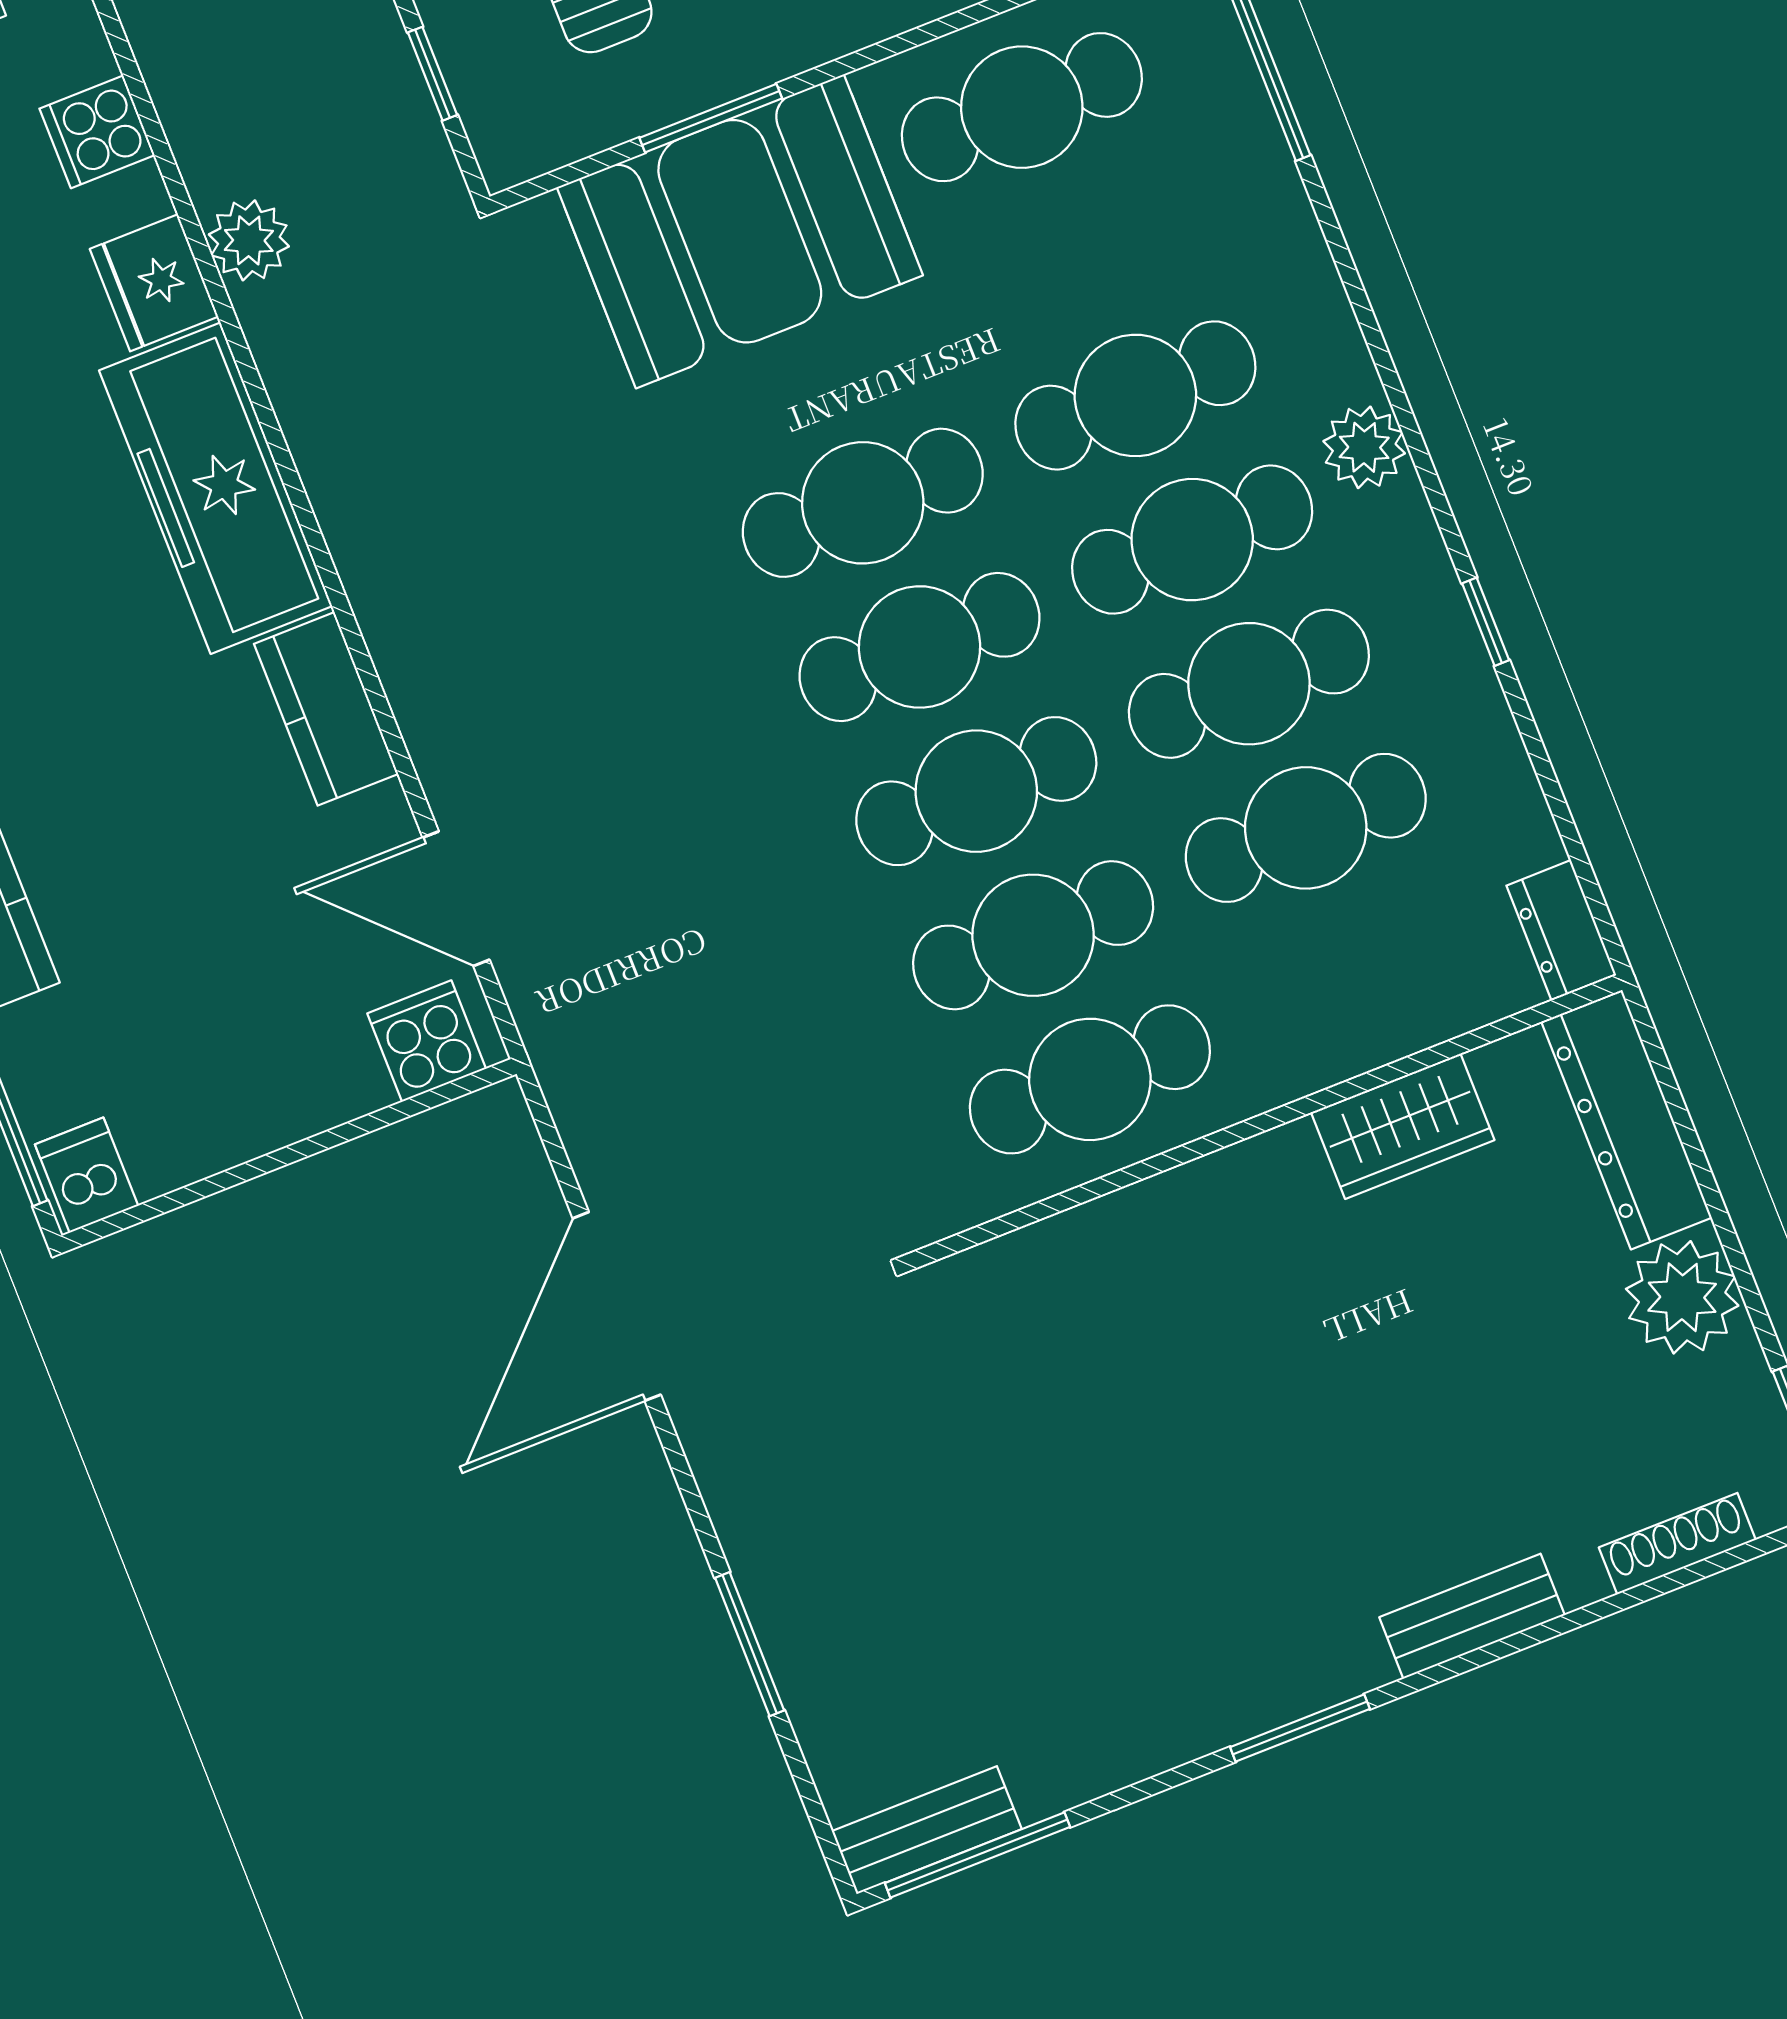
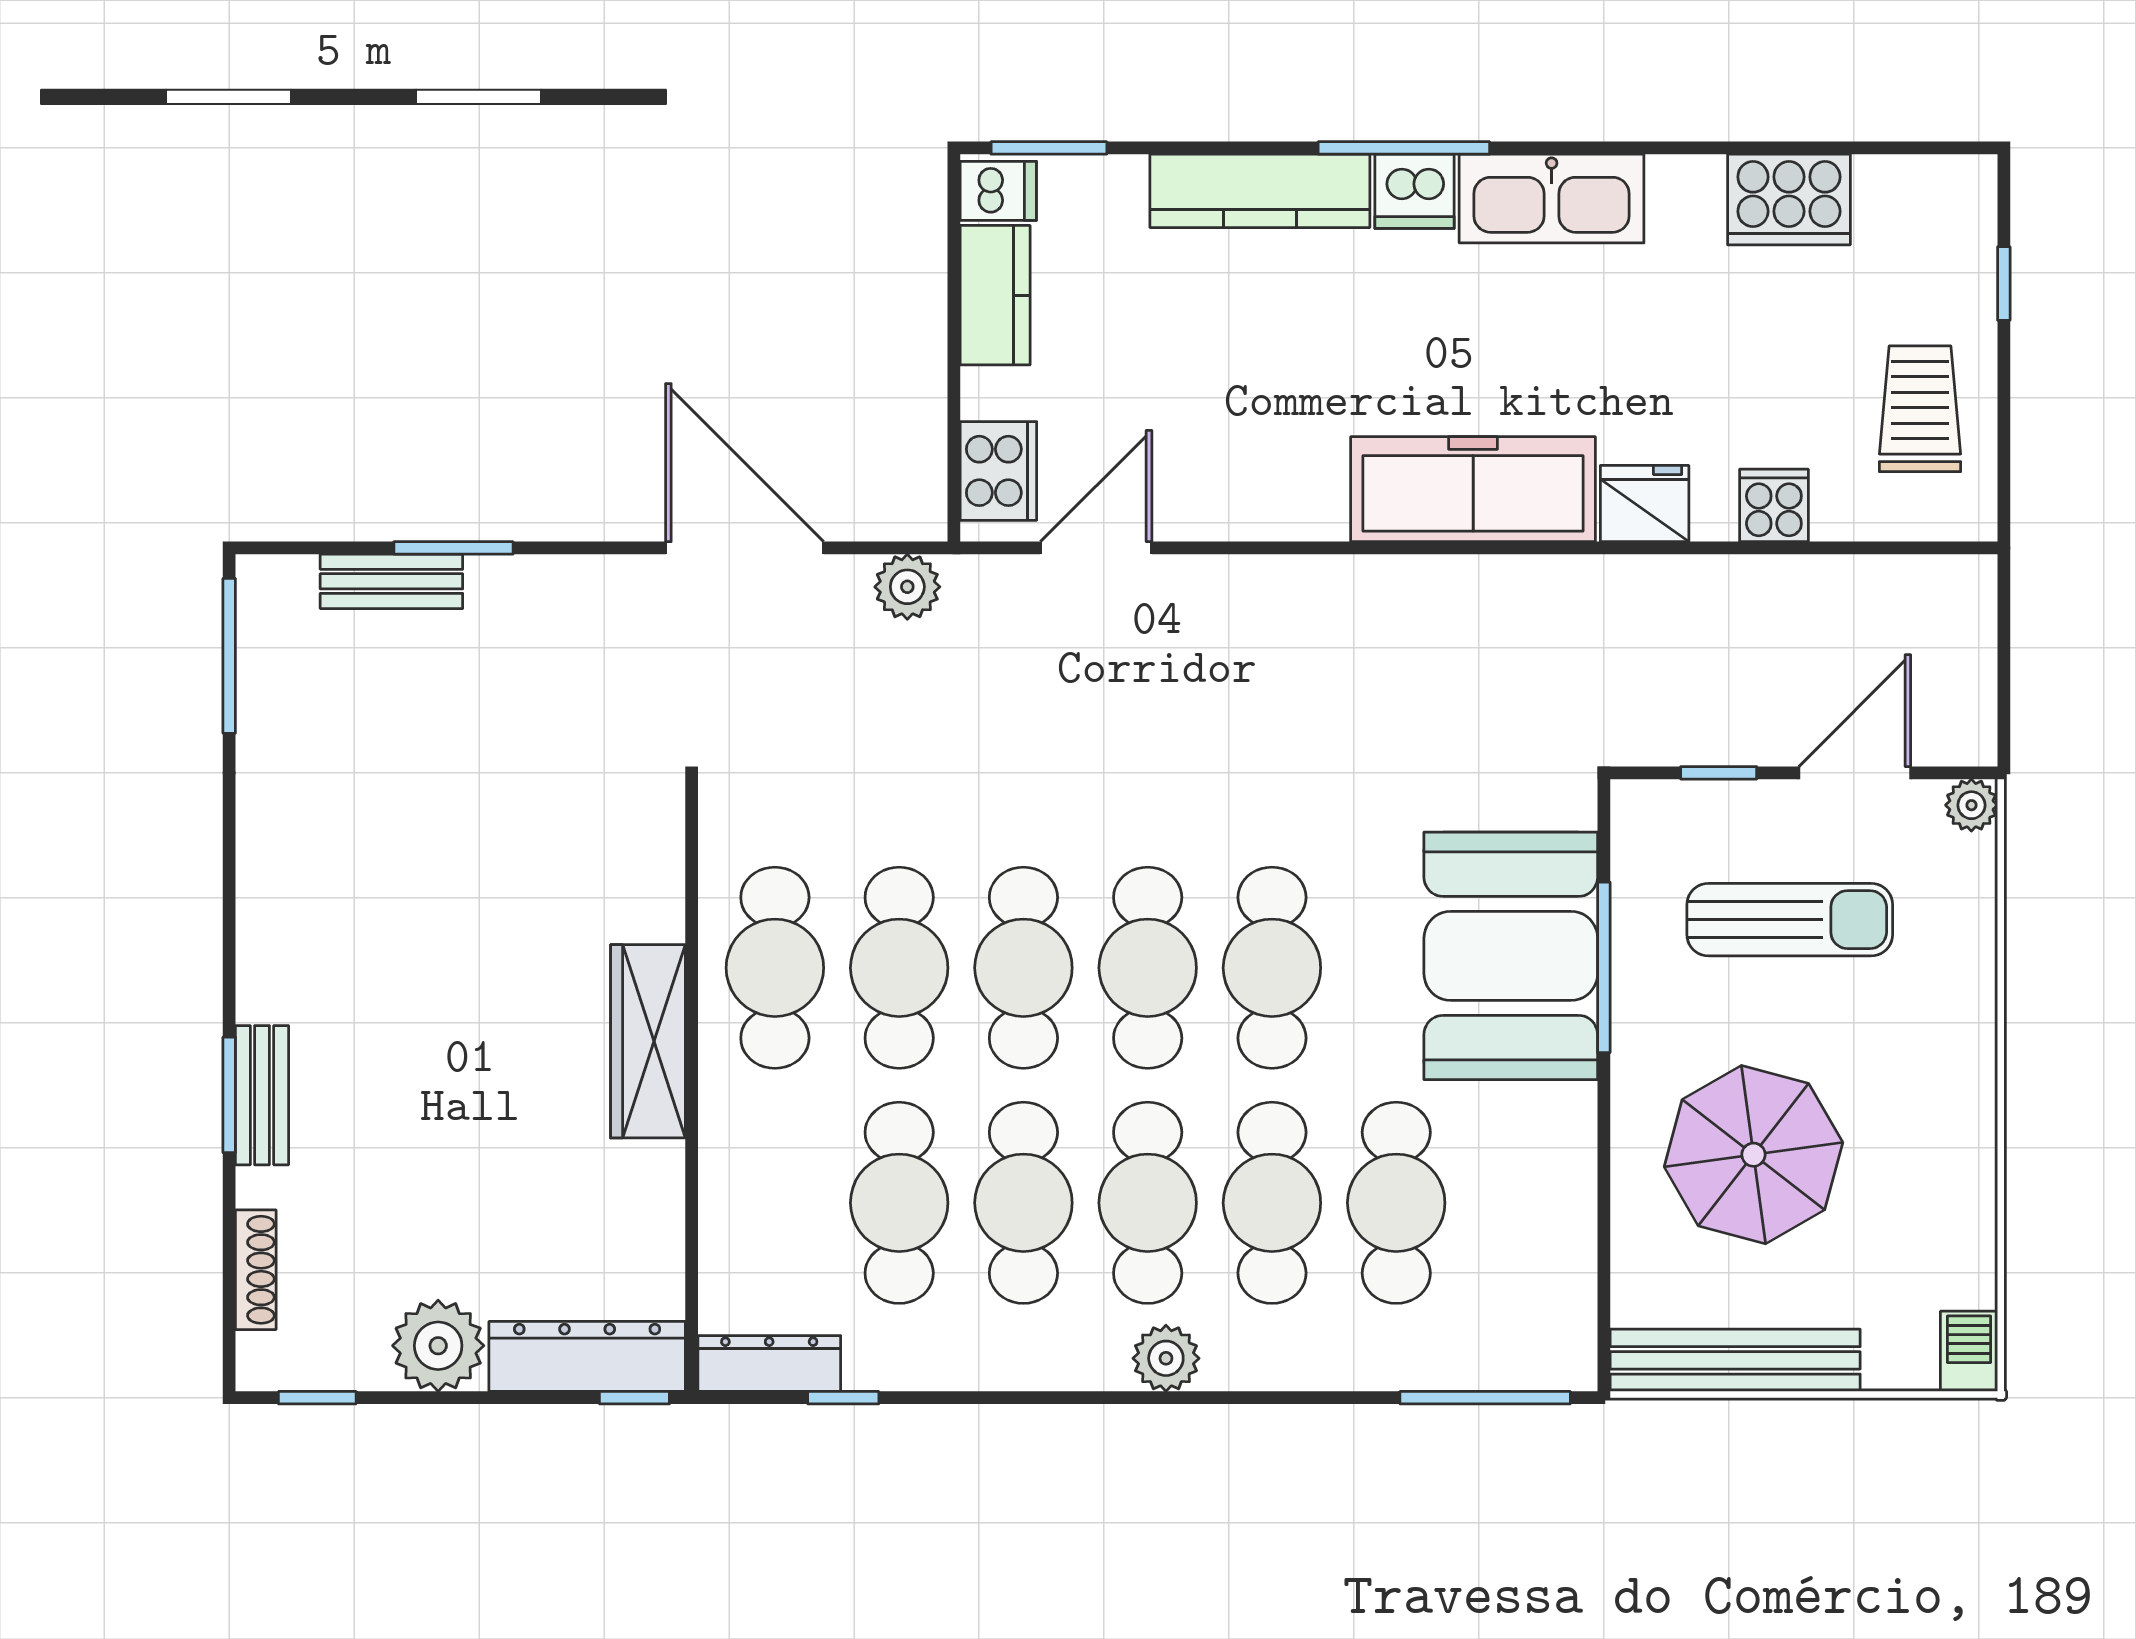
cafe table: (1022, 107) -> (1396, 1203), moved
window: (711, 118) -> (1604, 967), width x1.44
plant: (249, 240) -> (907, 587), moved
window: (1486, 622) -> (843, 1398), moved
kitchen counter: (326, 709) -> (995, 295), moved, turned 90
dresser: (1561, 930) -> (769, 1364), width x1.44
cooker: (427, 1041) -> (998, 471), width x1.36
window: (1653, 1046) -> (634, 1398), added
wardrobe: (1403, 1126) -> (648, 1041), moved, width x1.50
window: (1300, 1728) -> (229, 1095), moved
bench: (927, 1830) -> (391, 581), moved, turned 90

